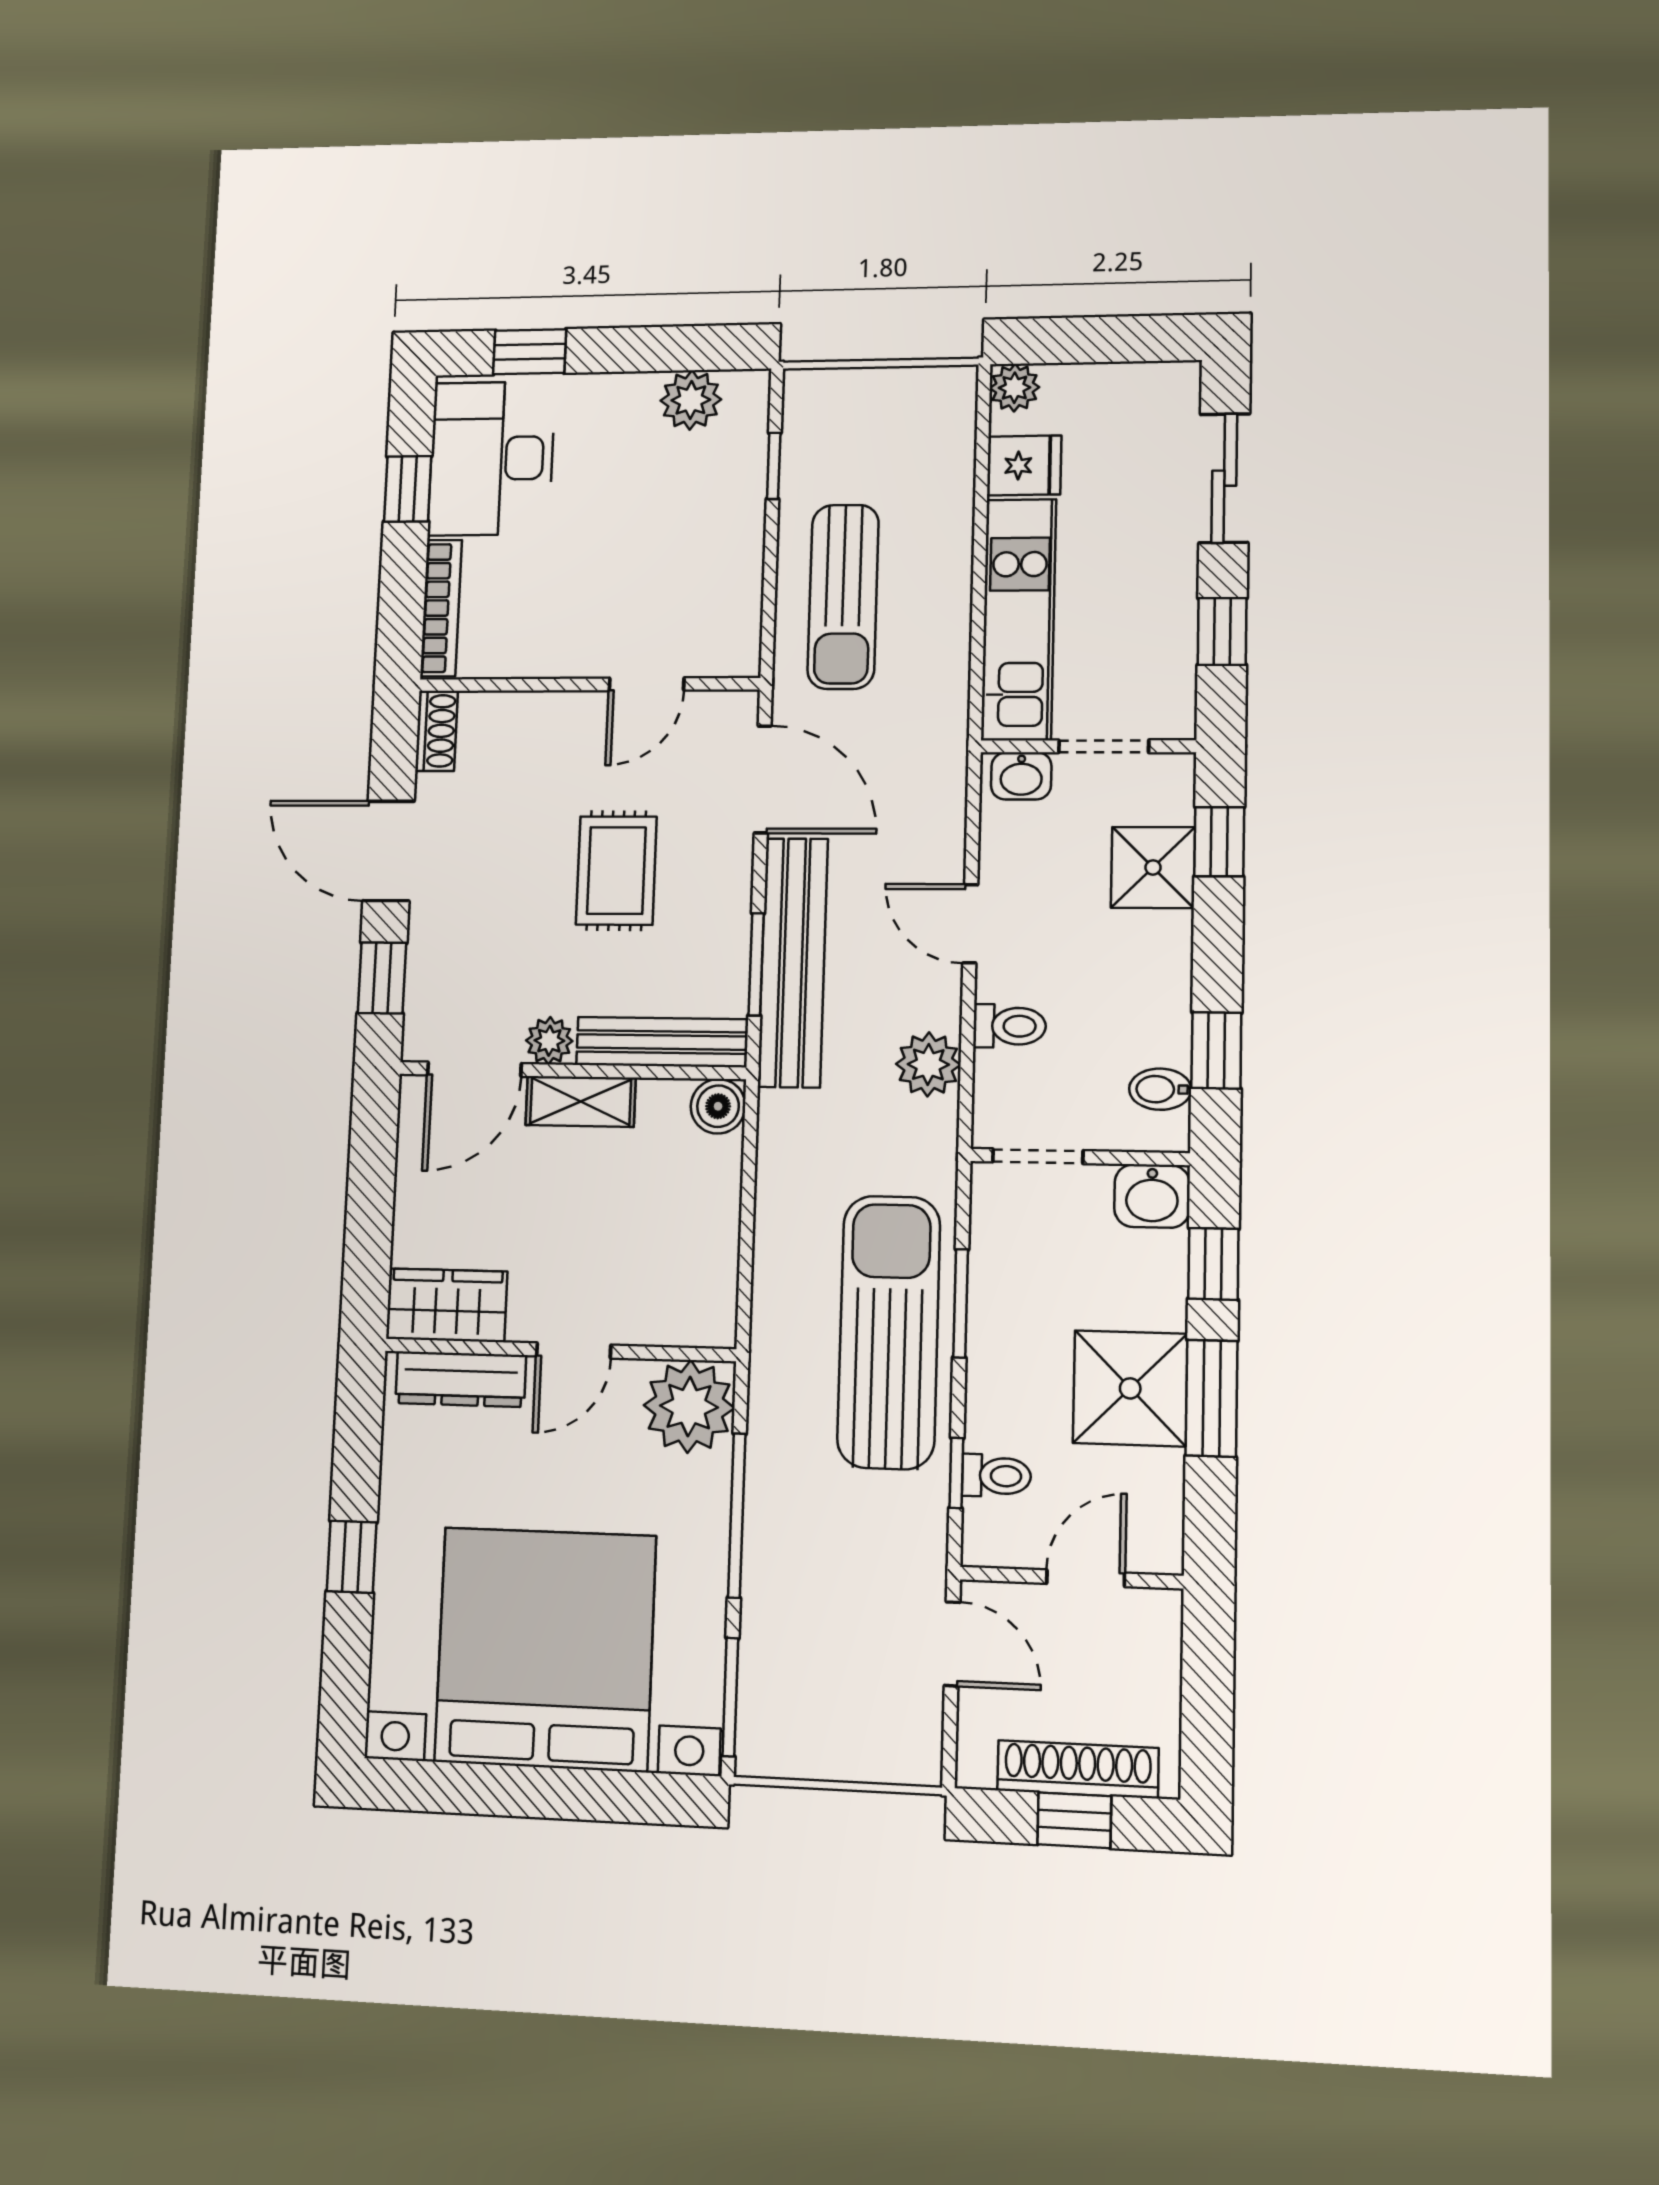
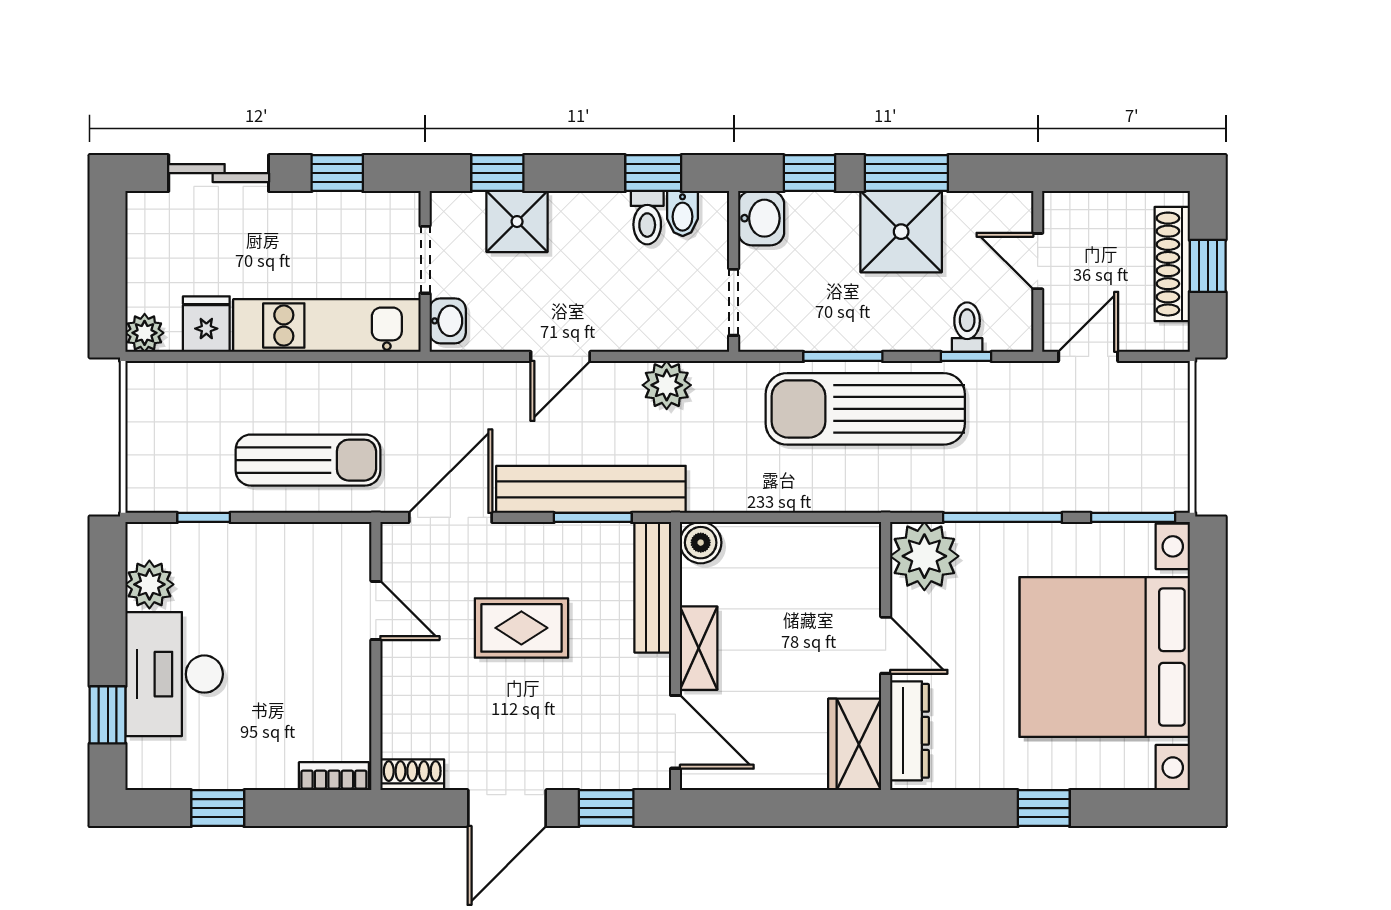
desk: (492, 458) -> (174, 674), moved, turned 90
bookcase: (441, 608) -> (334, 776), width x0.64
toilet: (1010, 1026) -> (647, 218), moved, turned 180
plant: (549, 1041) -> (653, 674), removed

